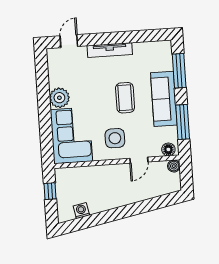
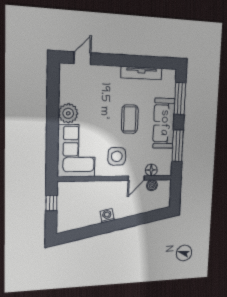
tv unit: (110, 50) -> (141, 73), moved
floor lamp: (168, 149) -> (151, 170), moved
boiler: (174, 166) -> (152, 185), moved
washing machine: (81, 211) -> (107, 216), moved

